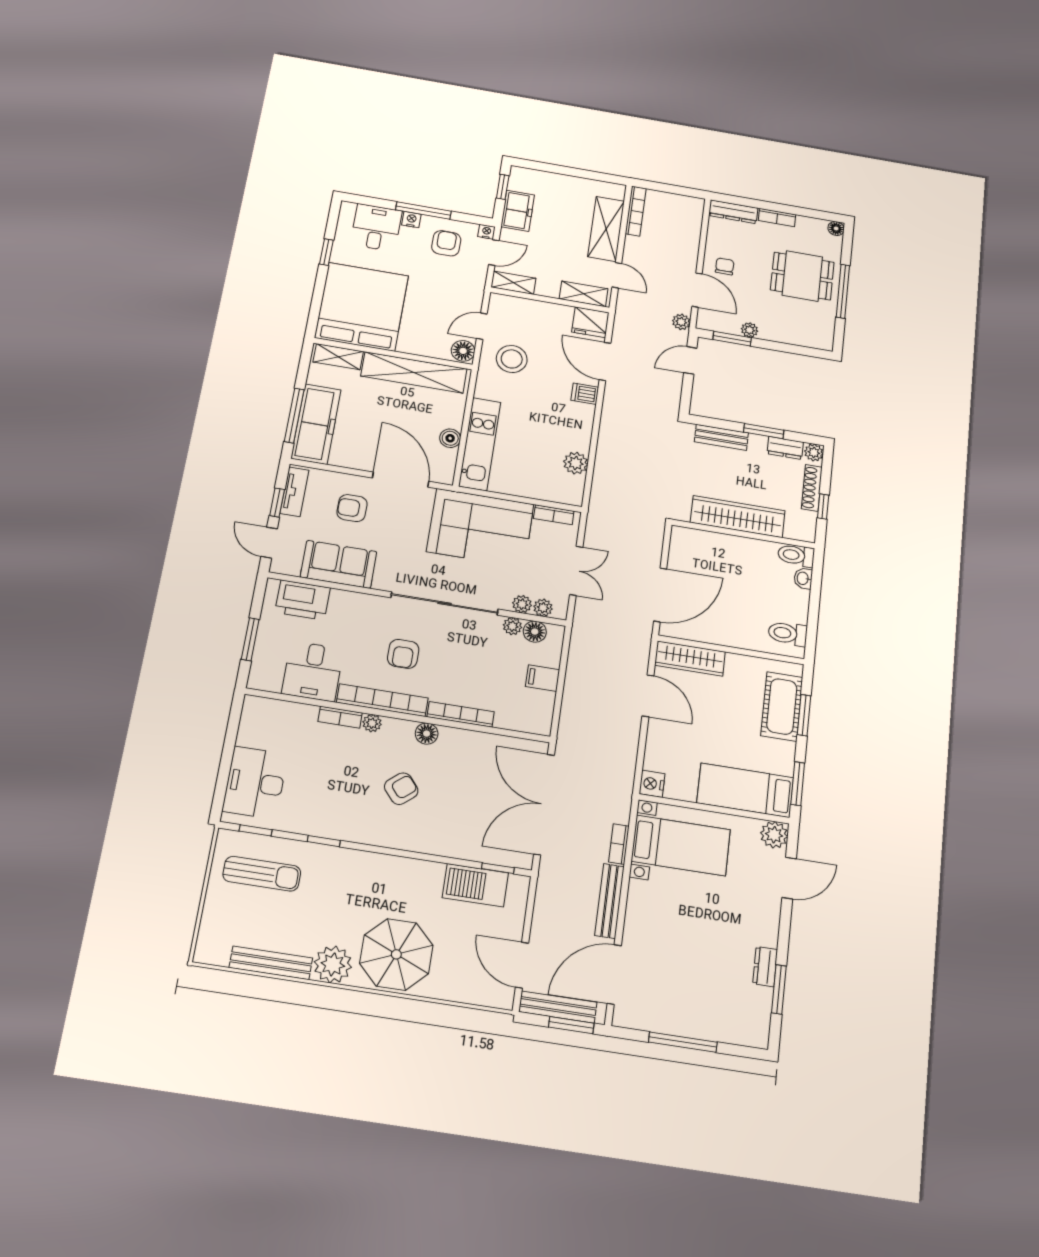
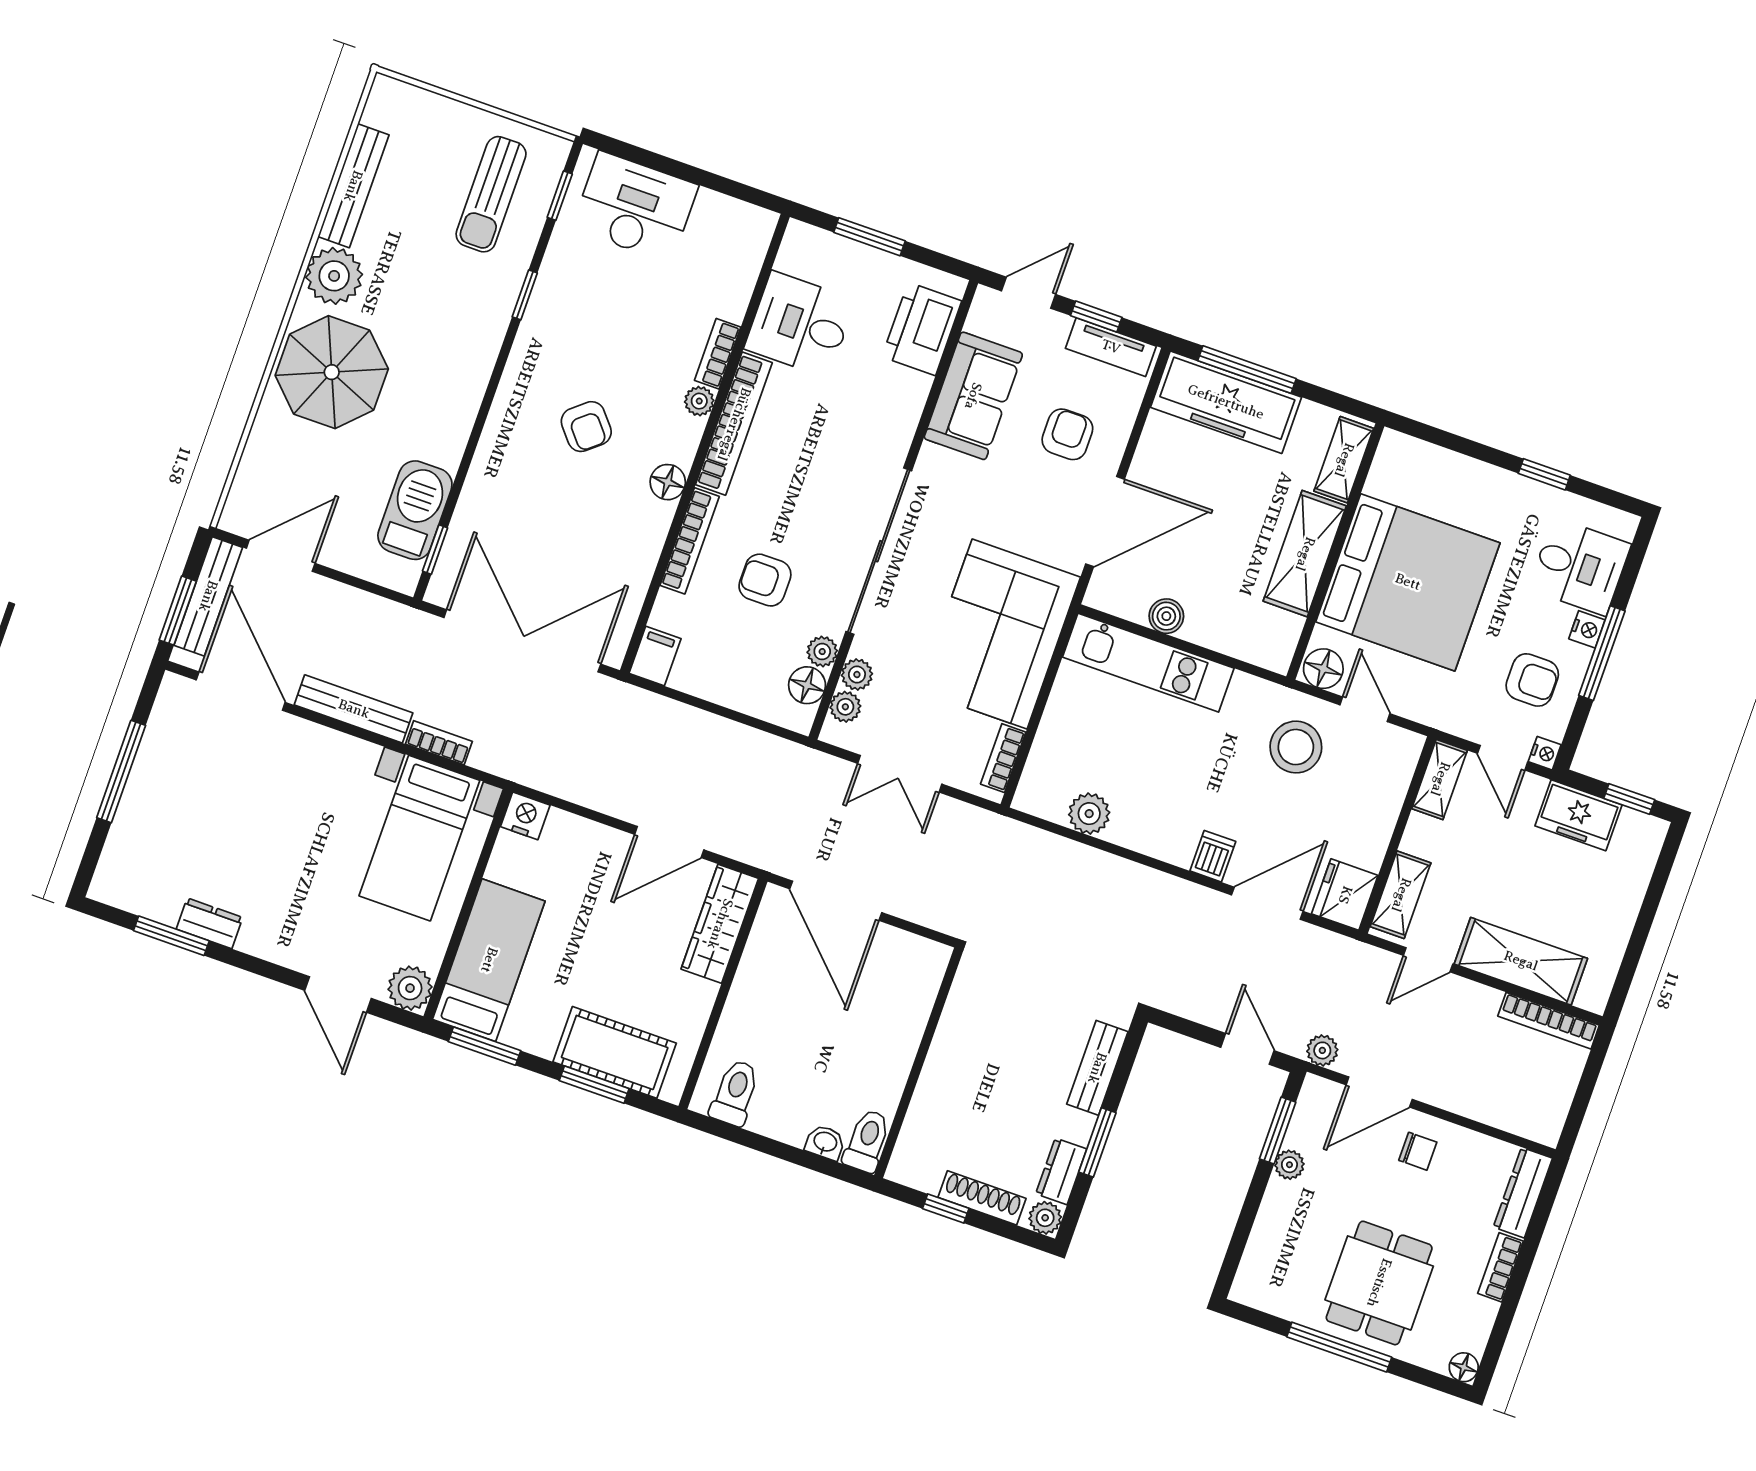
bed: (362, 307) -> (1408, 582), moved
shelving: (414, 372) -> (1305, 554), width x0.68
wardrobe: (738, 517) -> (951, 1061), removed
armchair: (403, 654) -> (765, 580), moved
filing cabinet: (543, 678) -> (655, 656), moved

